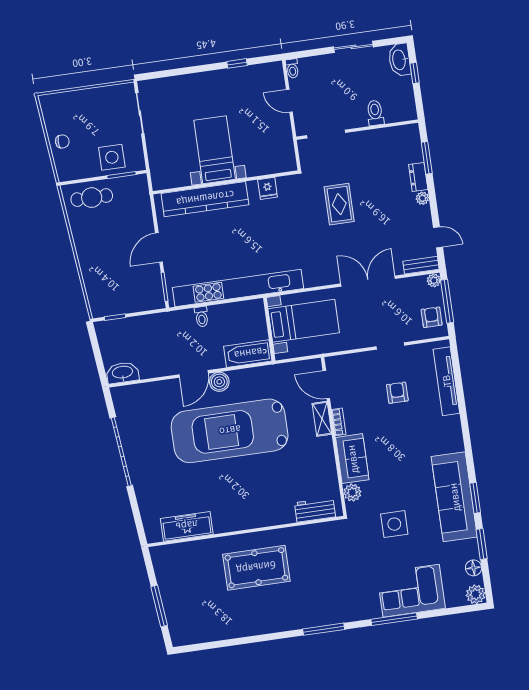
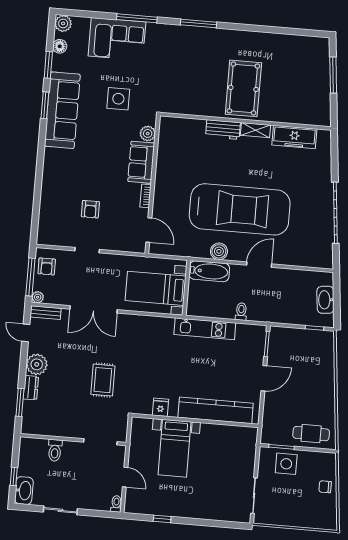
bed with nightstands: (215, 150) -> (174, 448), moved
plant: (422, 198) -> (37, 364), width x1.88, depth x1.88
kitchen unit: (238, 288) -> (205, 329), width x0.54
washbasin: (123, 373) -> (325, 300), moved, turned 84
tv unit: (446, 381) -> (47, 209), removed
boiler: (219, 382) -> (219, 251), moved
shelving: (322, 419) -> (256, 130), moved, turned 90
workbench: (315, 510) -> (223, 130), moved
pool table: (256, 568) -> (243, 88), turned 90

